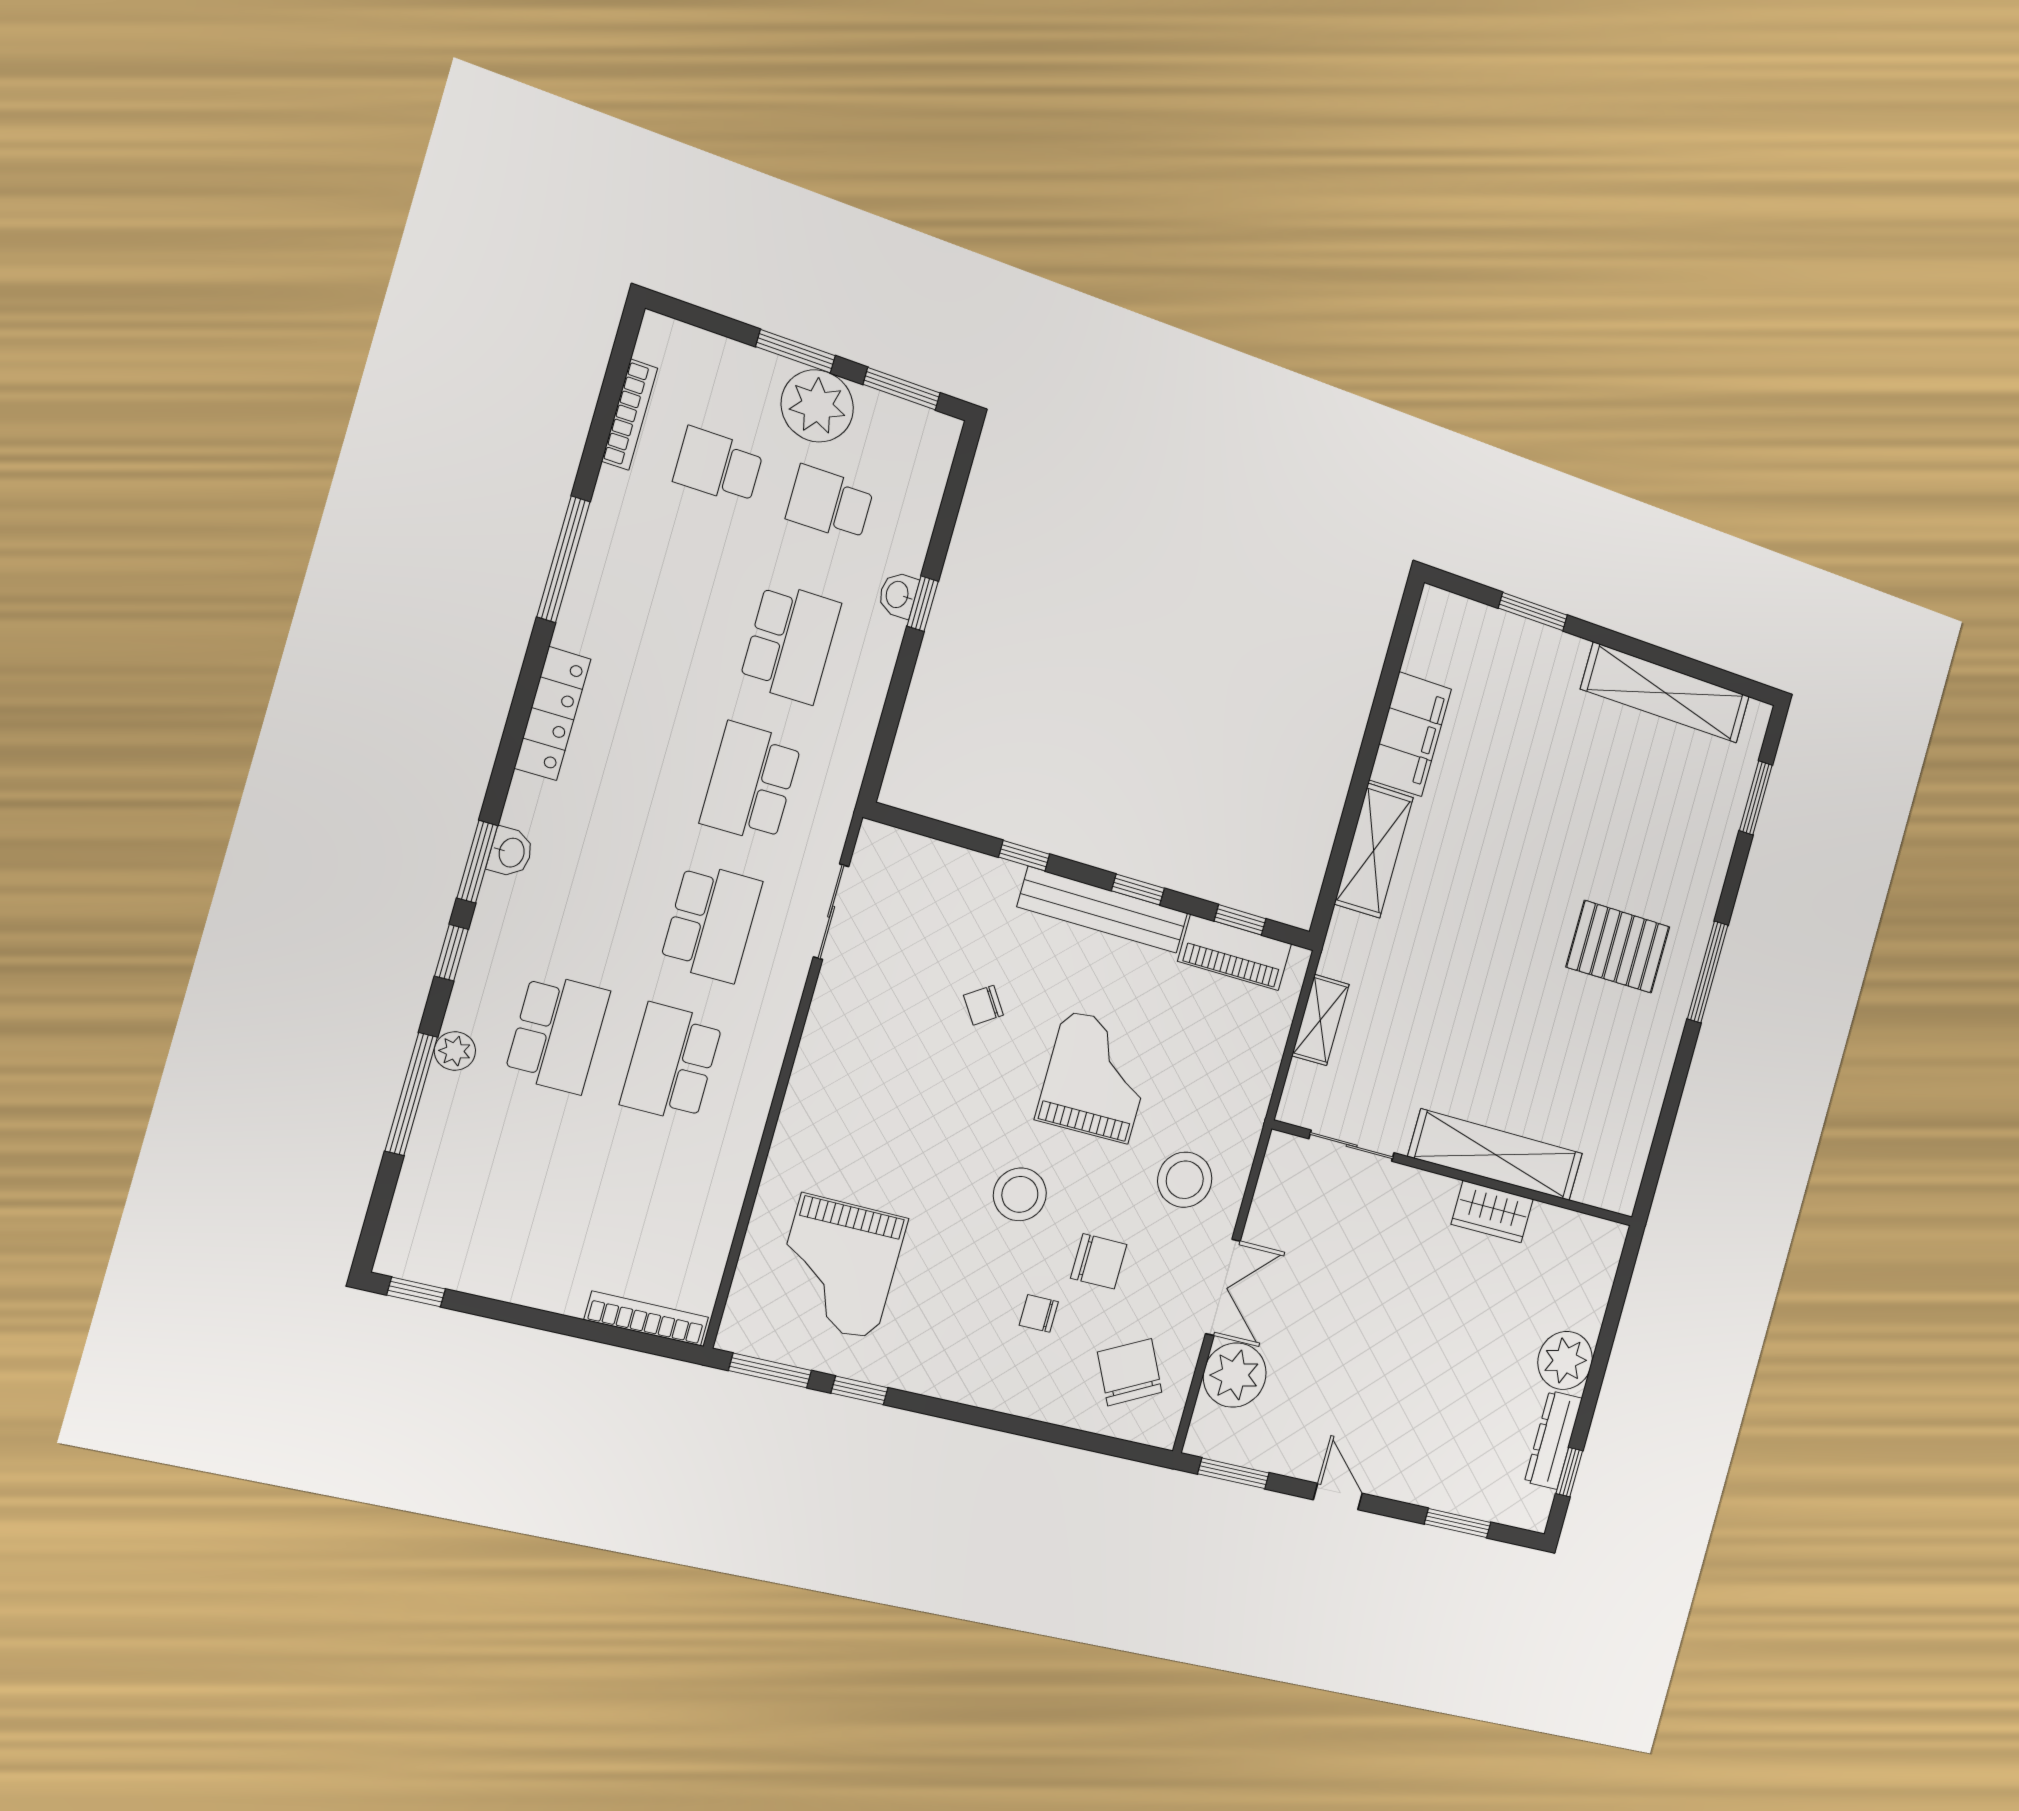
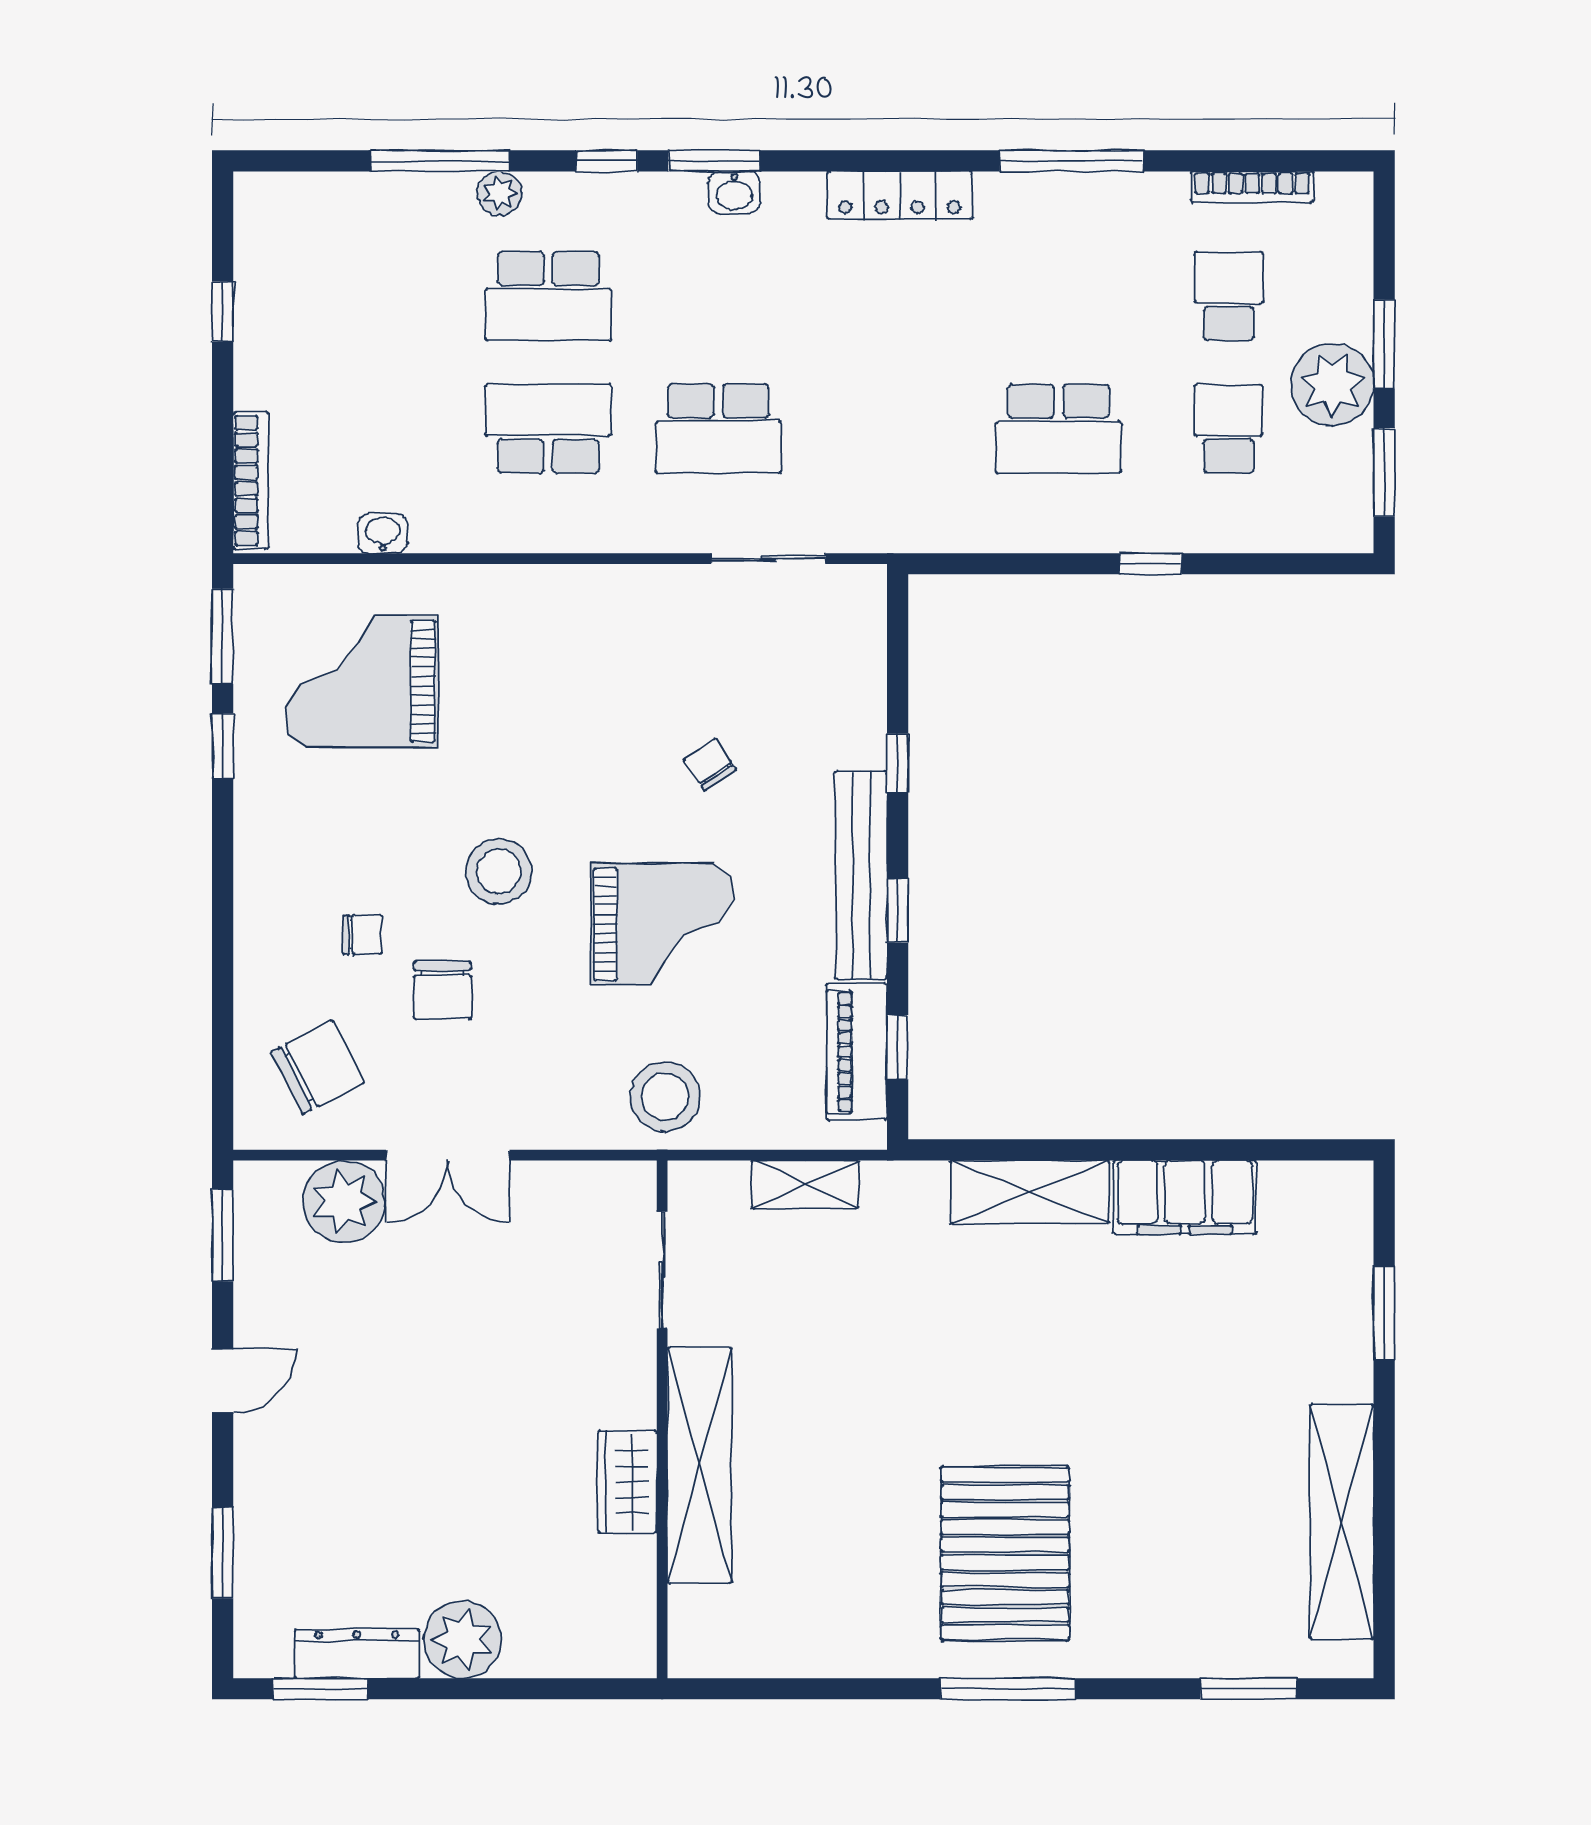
washbasin: (898, 595) -> (383, 533), moved
school desk: (751, 783) -> (888, 429), removed
pallet: (1618, 947) -> (1005, 1553), width x1.37, depth x1.41
stool: (1185, 1180) -> (665, 1097), moved
window: (416, 1292) -> (223, 312), moved
chair: (1039, 1313) -> (363, 935), turned 90
window: (1569, 1472) -> (320, 1689), width x1.50

